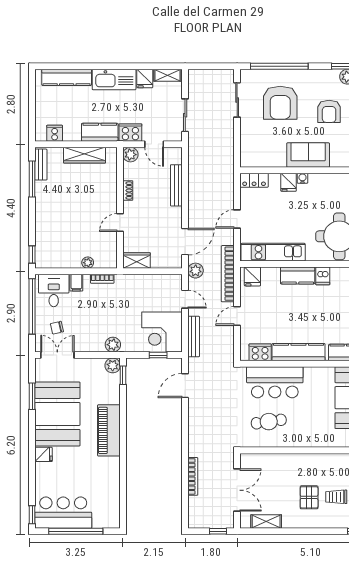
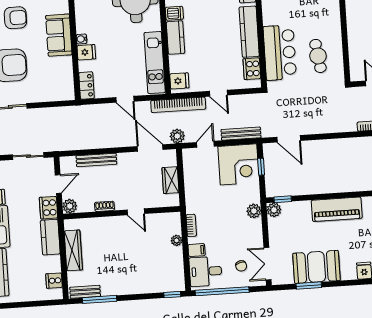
wardrobe: (137, 261) -> (170, 180), moved
booth: (57, 414) -> (316, 267), width x0.73, depth x0.70

